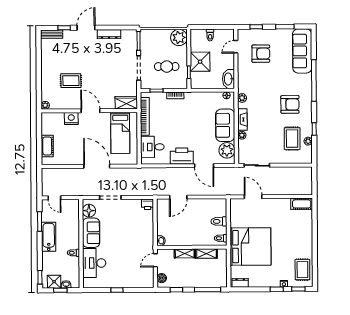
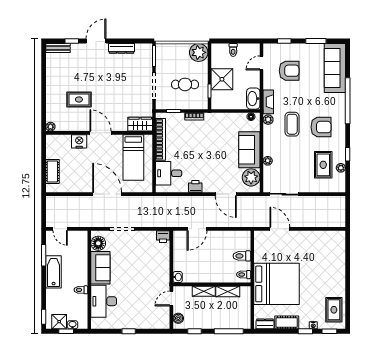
coffee table: (264, 102) -> (292, 124), added
fireplace: (242, 119) -> (268, 102), moved
printer: (182, 156) -> (195, 186), width x0.53, depth x0.68
cot: (302, 204) -> (287, 322), moved

